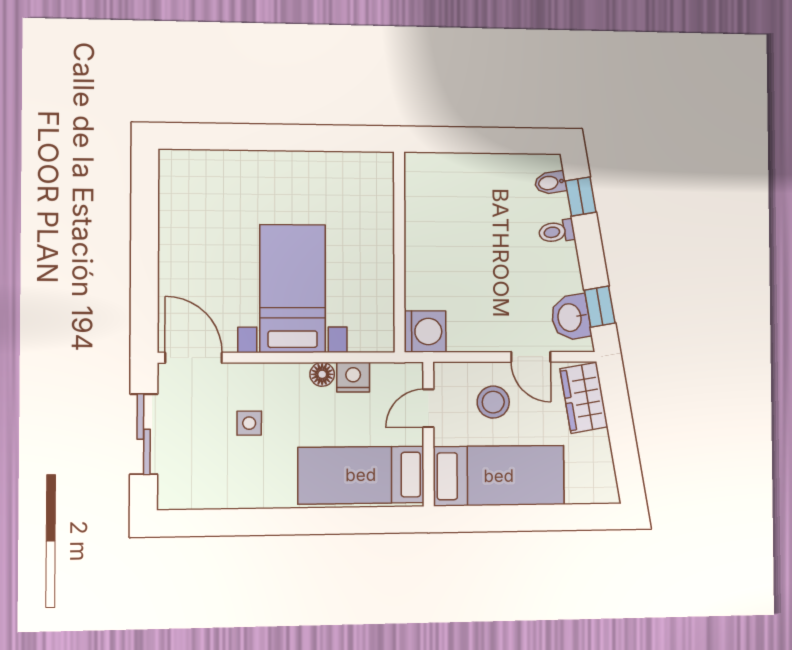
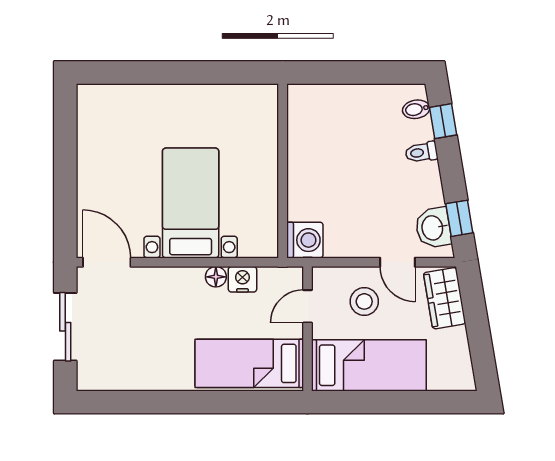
side table: (249, 423) -> (154, 318), removed

